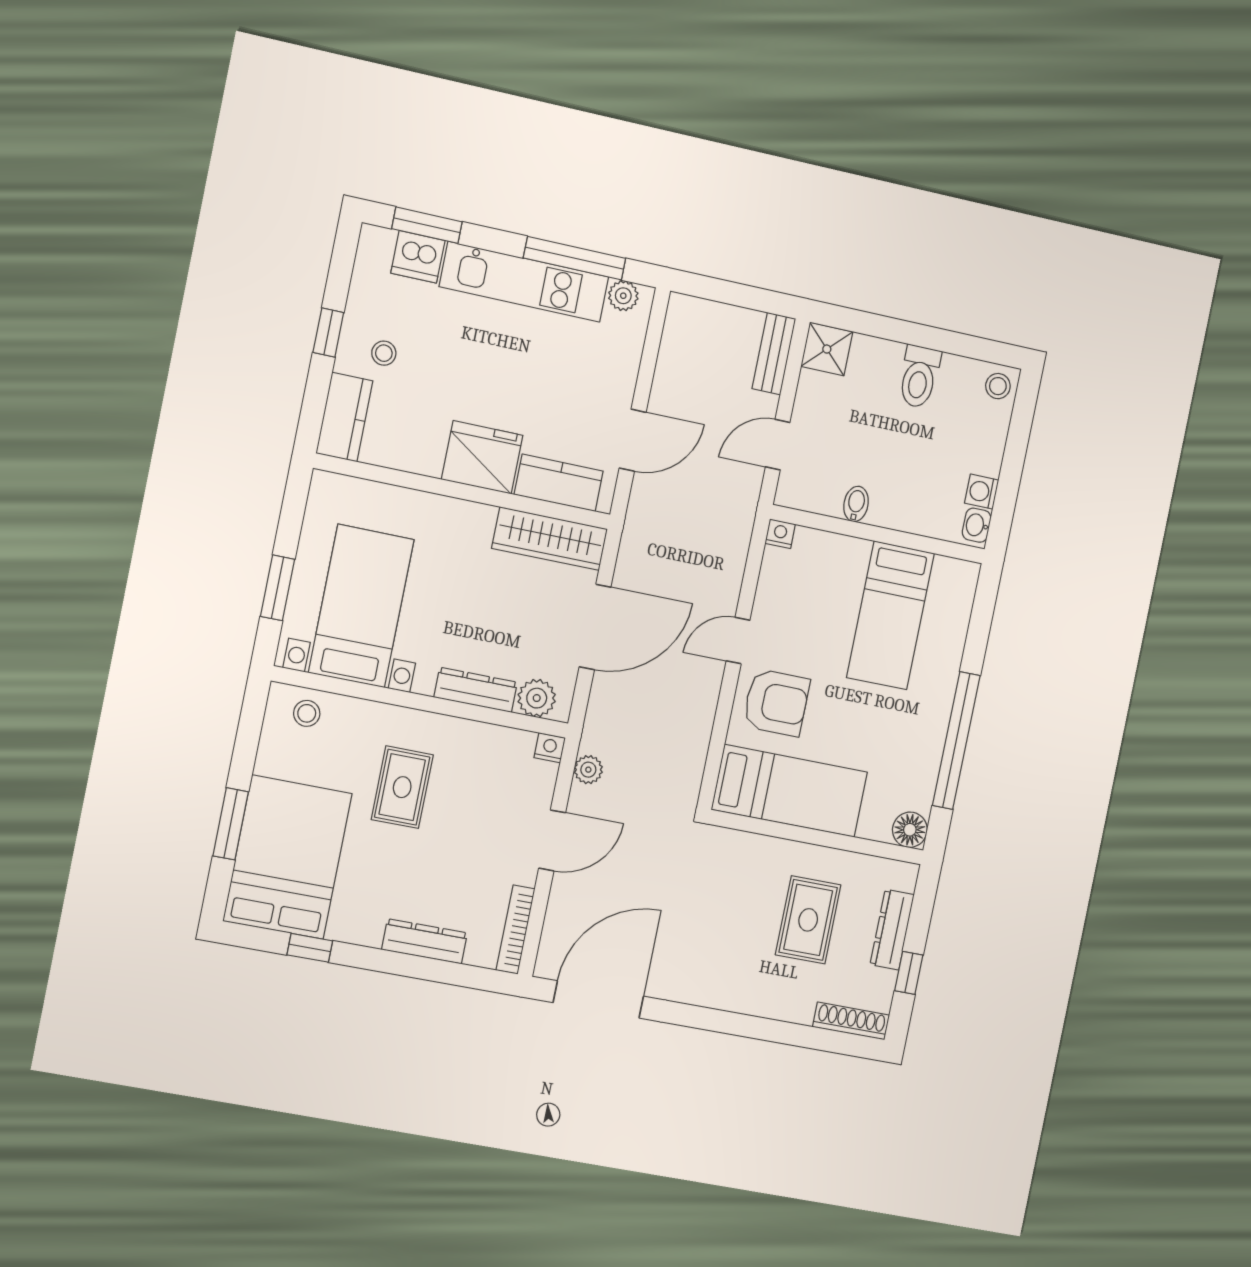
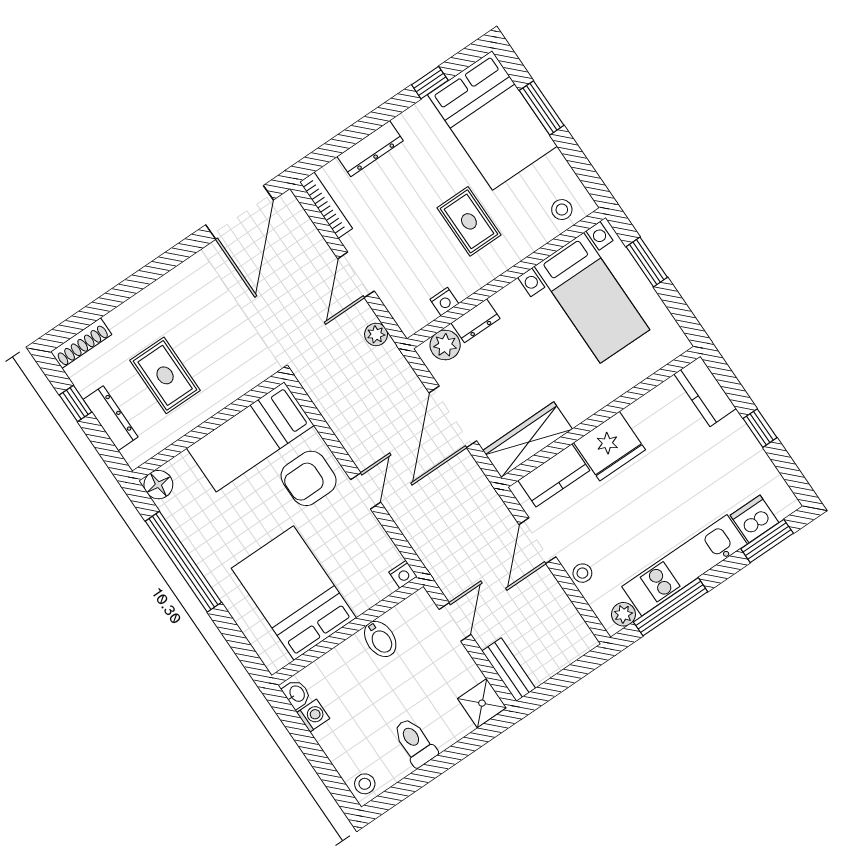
stool: (384, 353) -> (582, 573), moved
bidet: (856, 504) -> (380, 639), width x1.38, depth x1.36
bed: (890, 615) -> (294, 593), width x1.50
dresser: (476, 690) -> (476, 321), width x0.70
nightstand: (550, 748) -> (444, 301), moved

